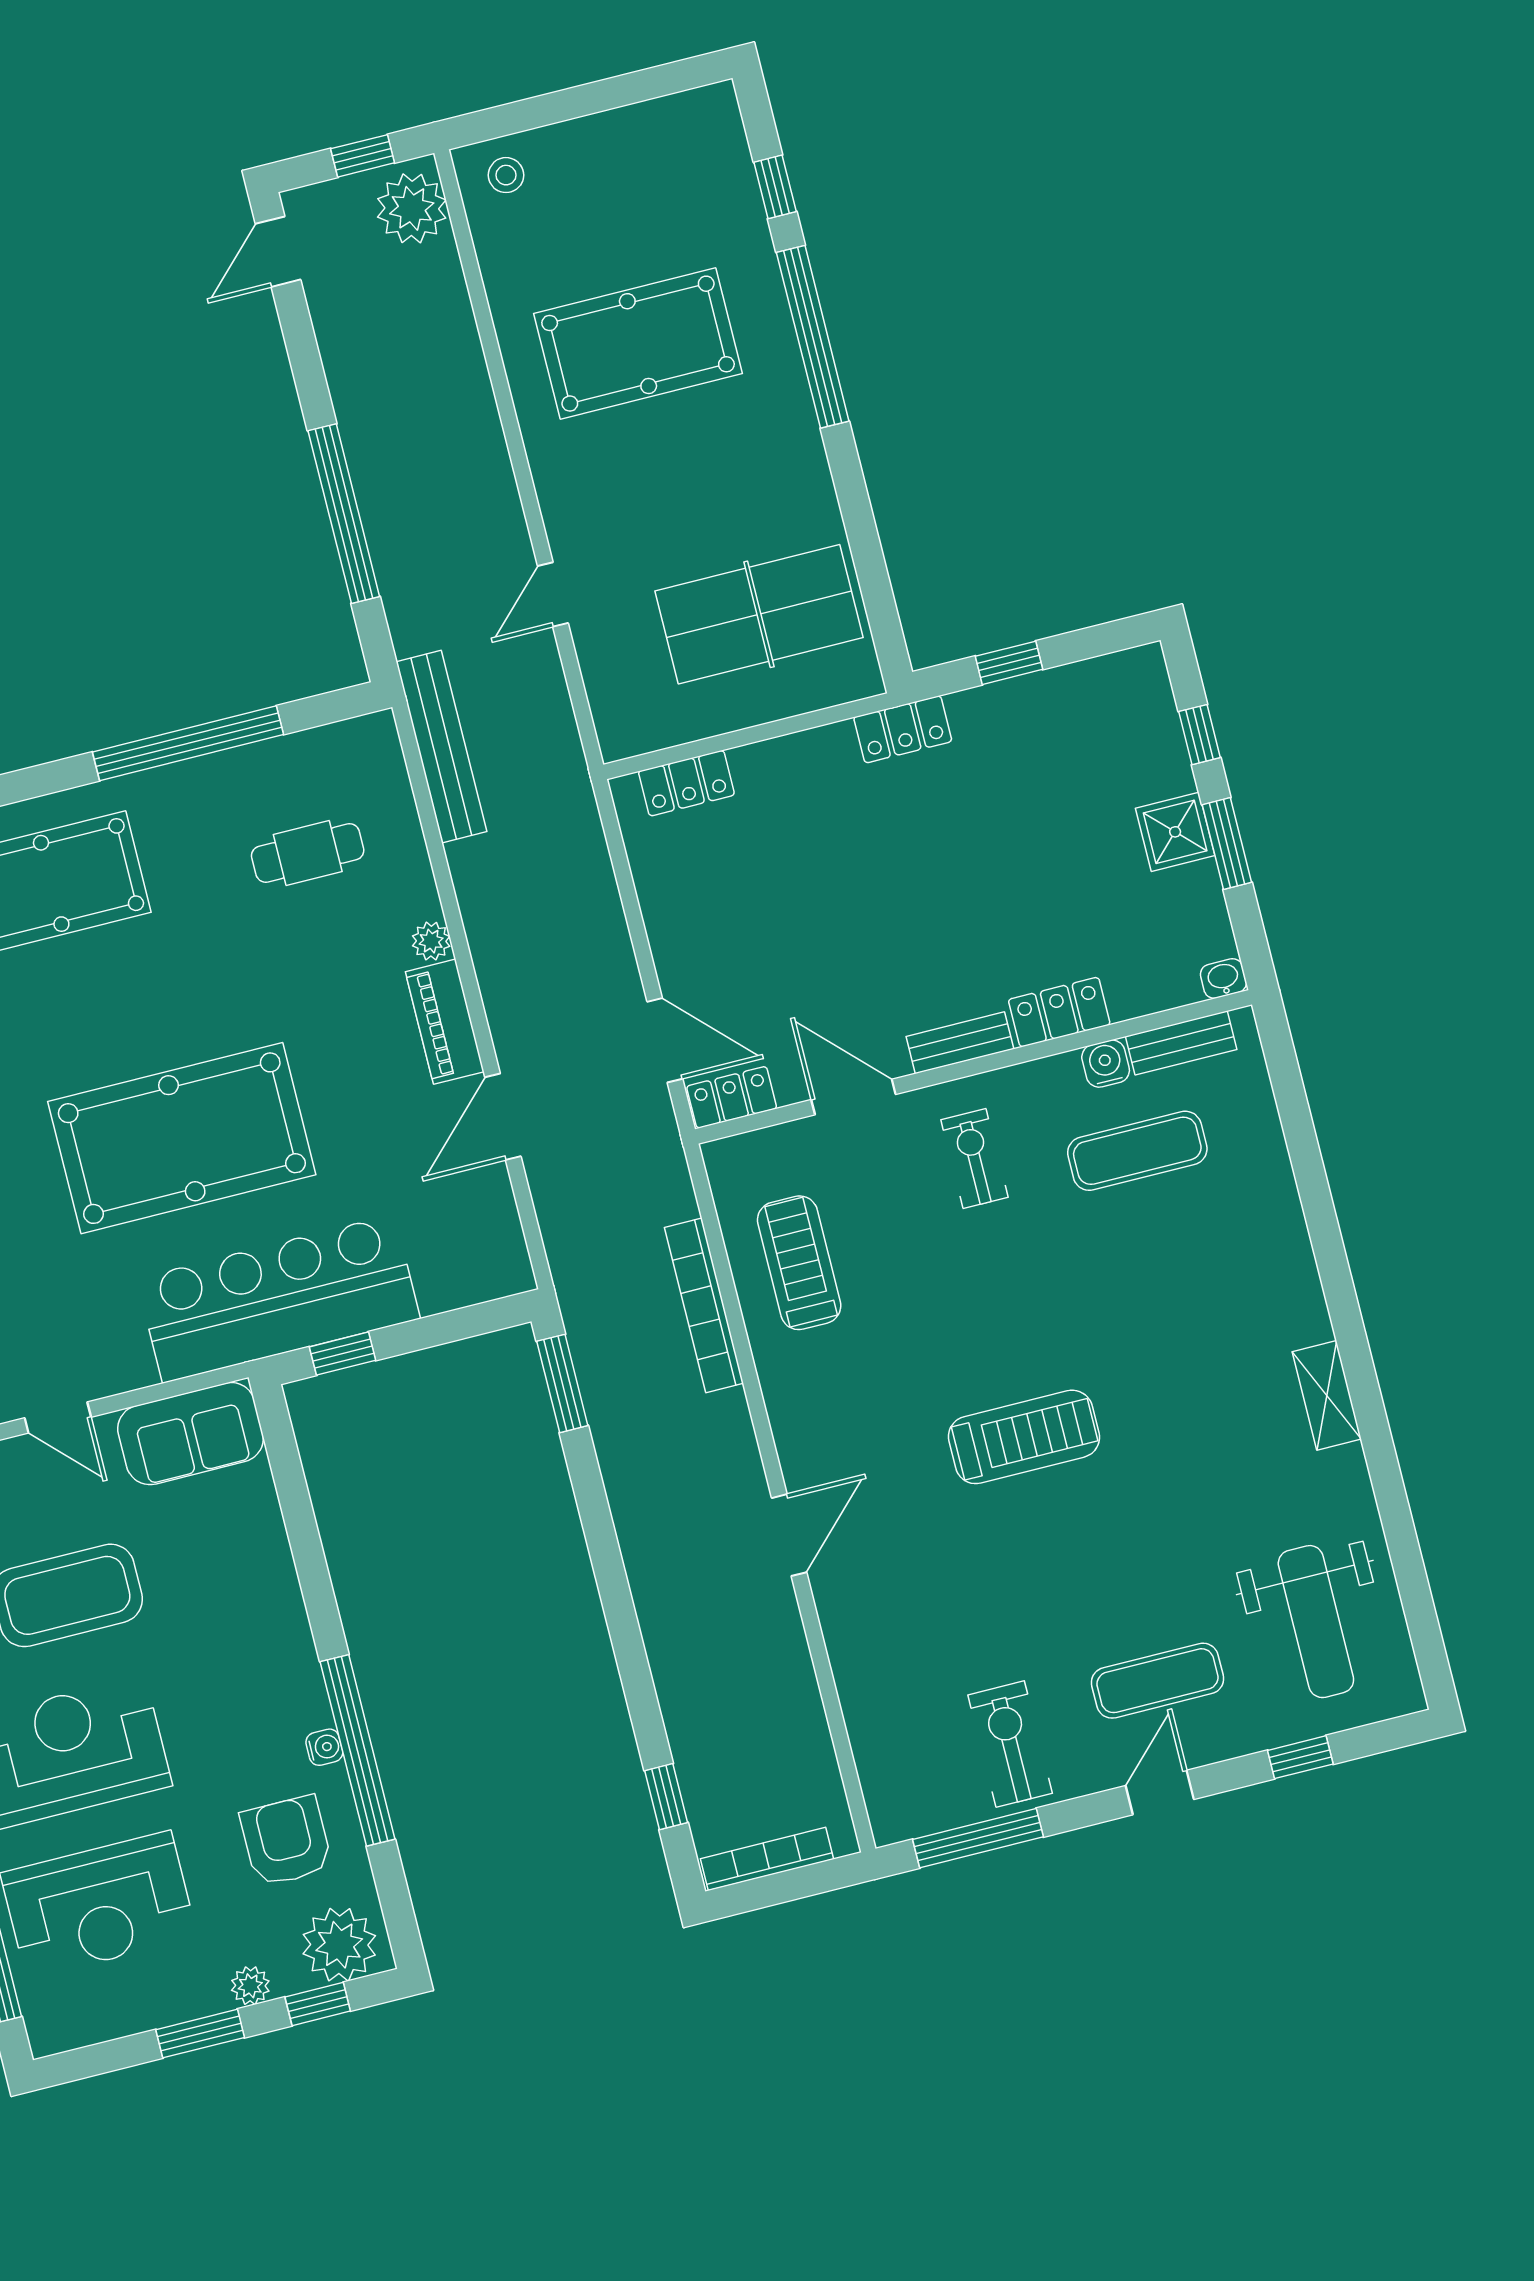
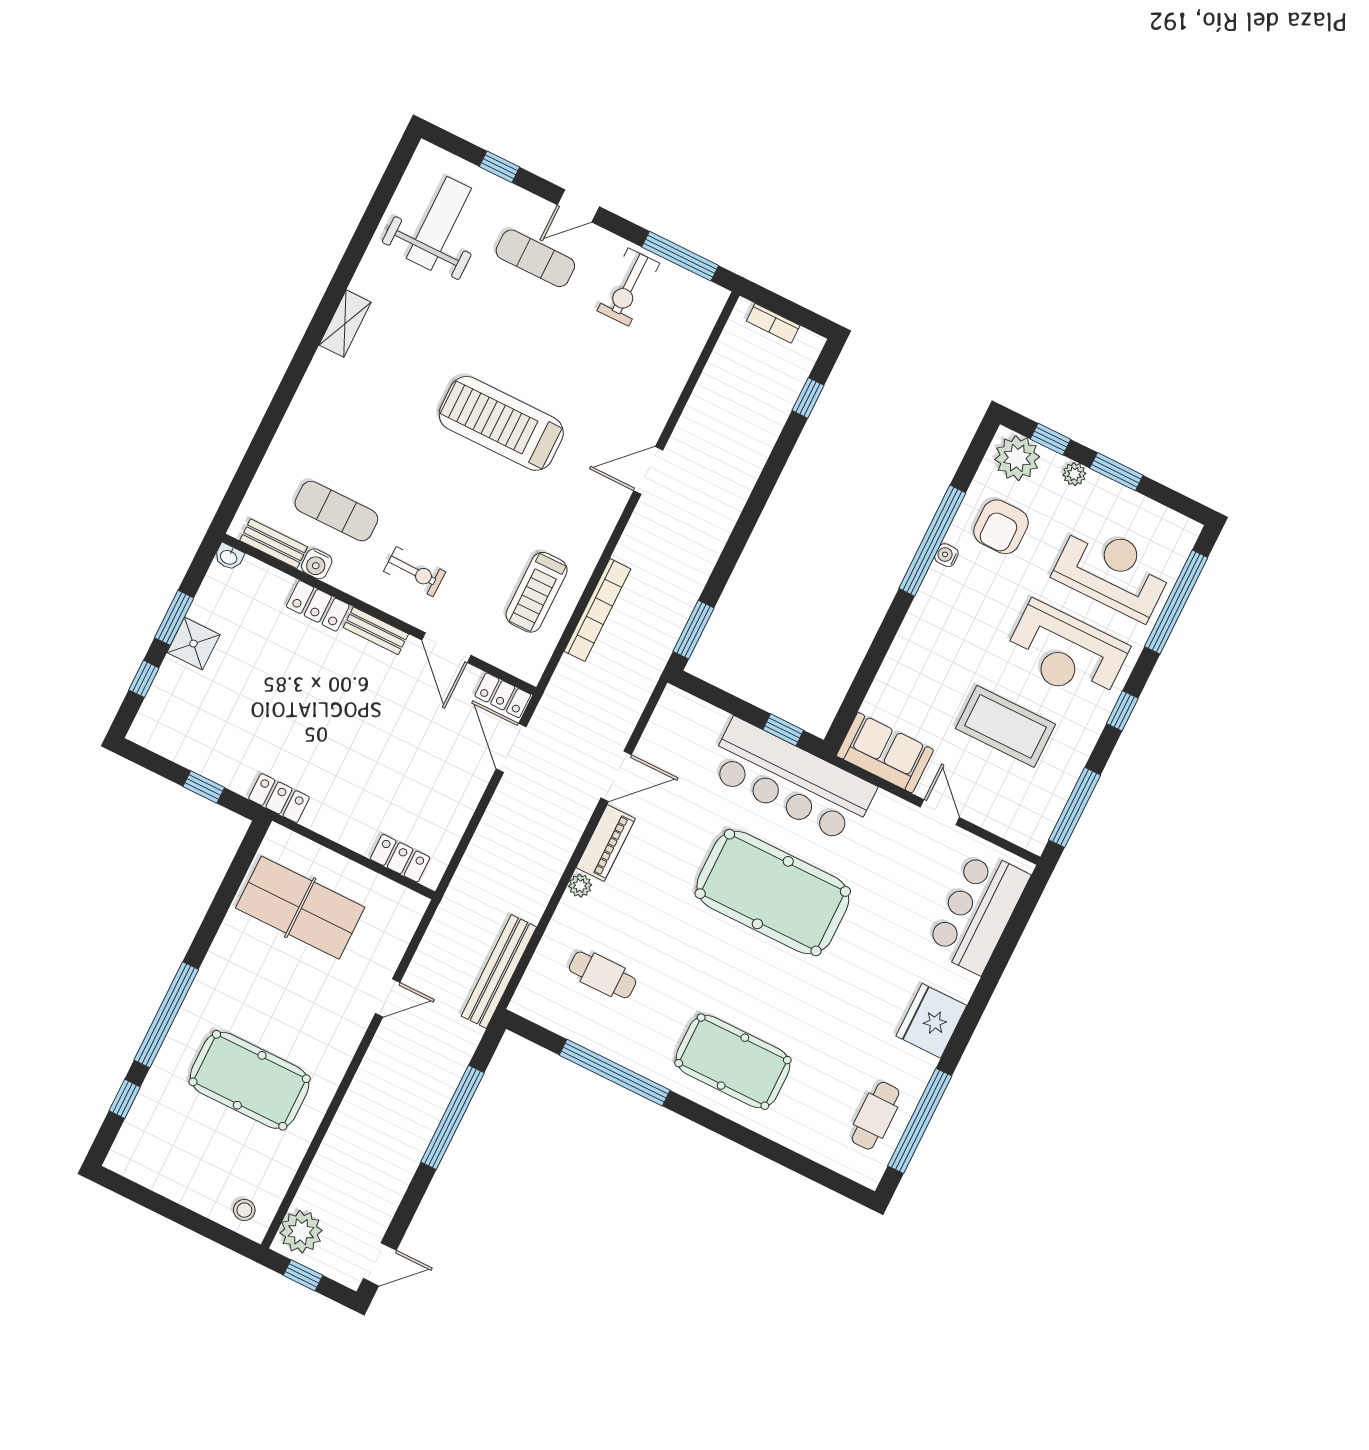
exercise bike: (974, 1158) -> (415, 572), turned -89
treadmill: (1024, 1437) -> (501, 423), width x1.37, depth x1.38
bookcase: (767, 1859) -> (773, 323), width x0.64

